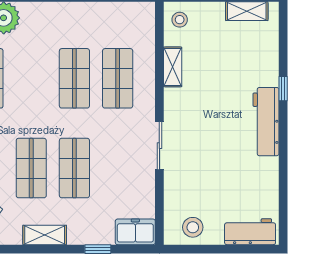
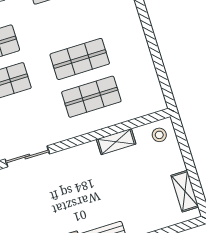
sliding door: (159, 146) -> (27, 156), moved

